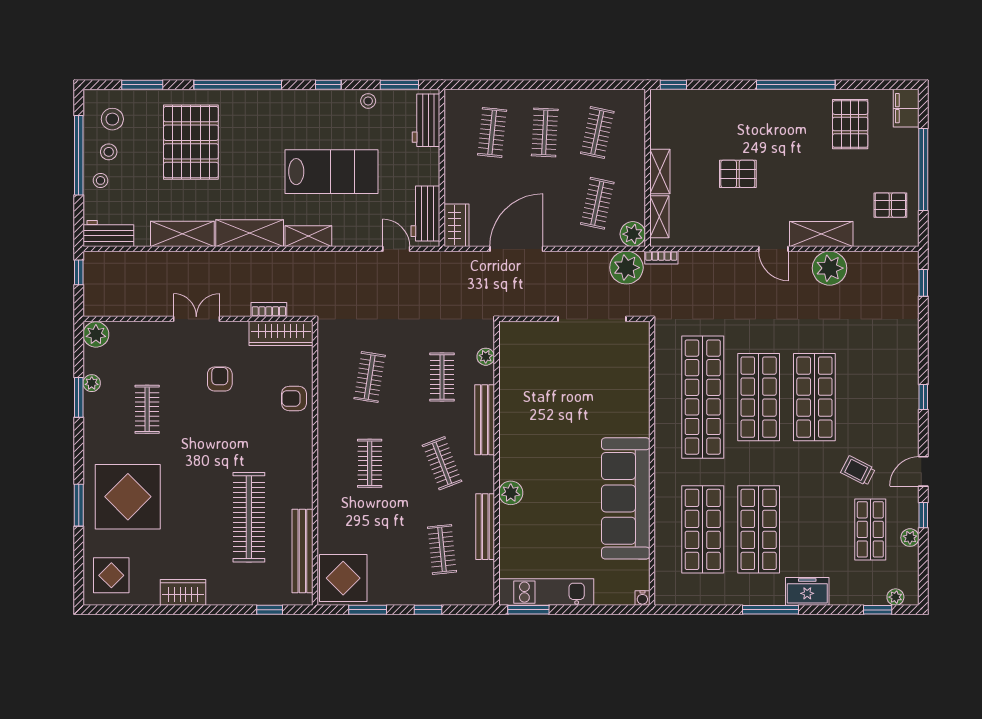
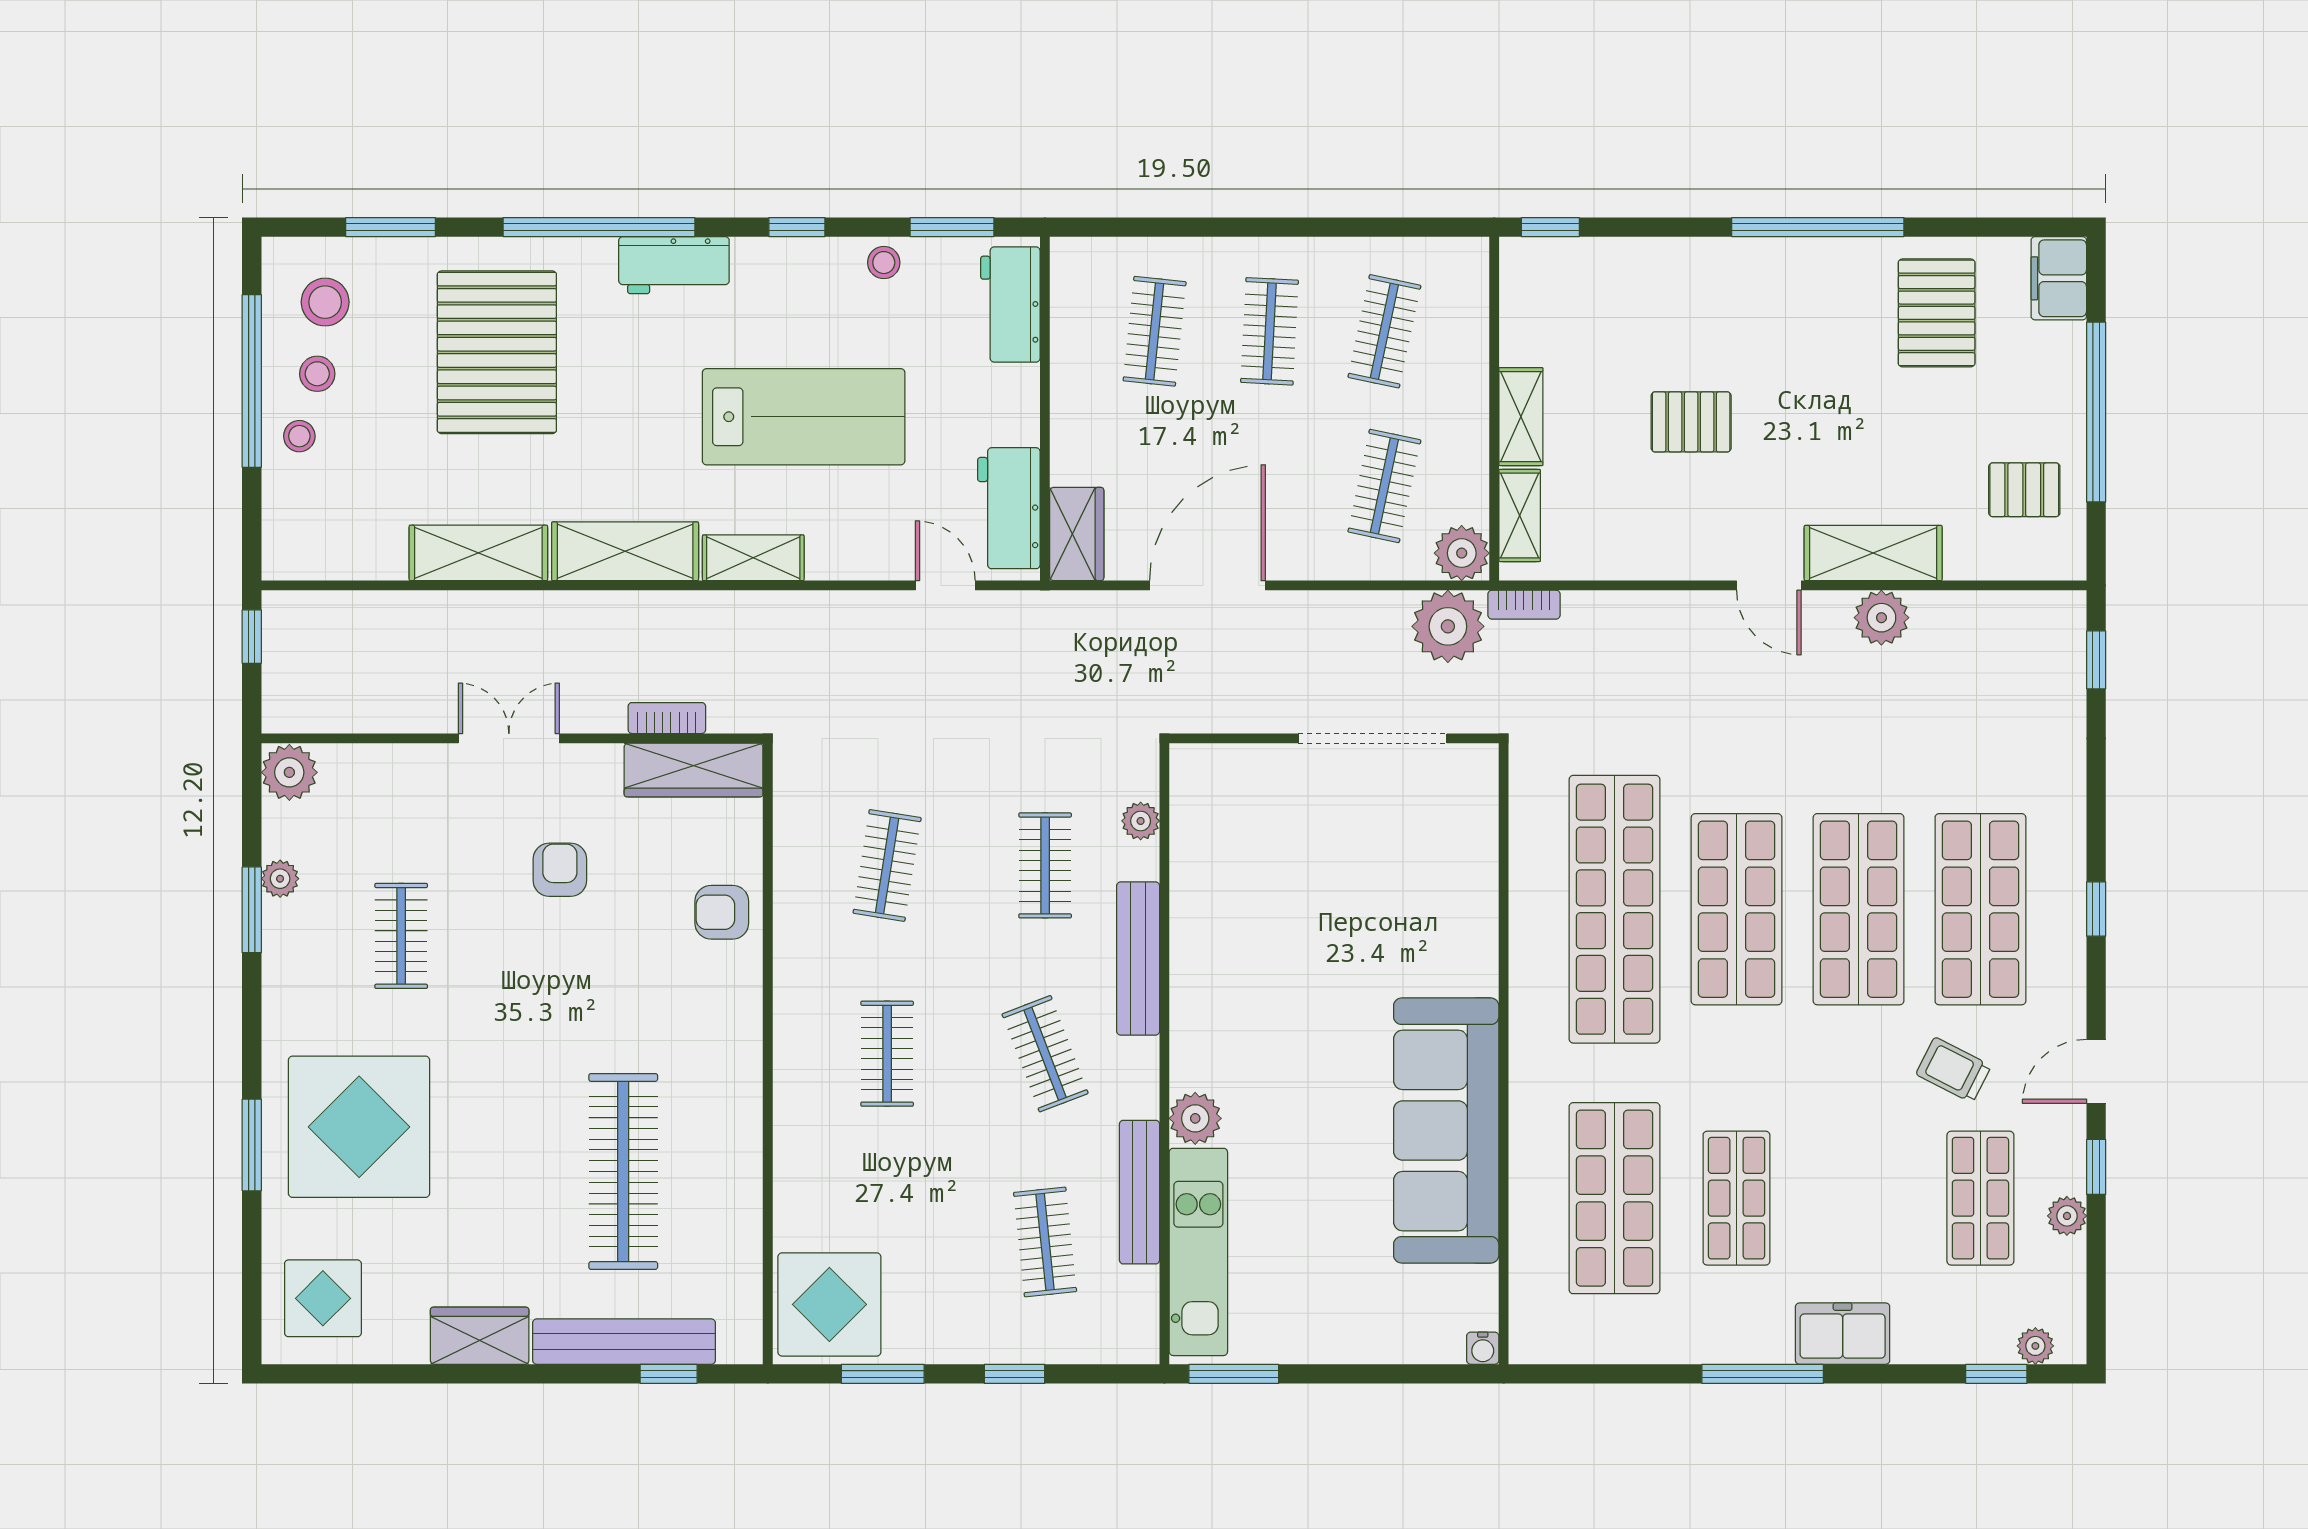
workbench: (108, 234) -> (674, 265), moved, turned 180
plant: (830, 268) -> (1881, 618), width x0.73, depth x0.73
shop shelf: (870, 397) -> (1980, 909), added
shop shelf: (759, 529) -> (1736, 1198), width x0.70, depth x0.74
bench: (302, 551) -> (624, 1342), moved, turned 90
kitchen unit: (546, 592) -> (1198, 1252), moved, turned 90

